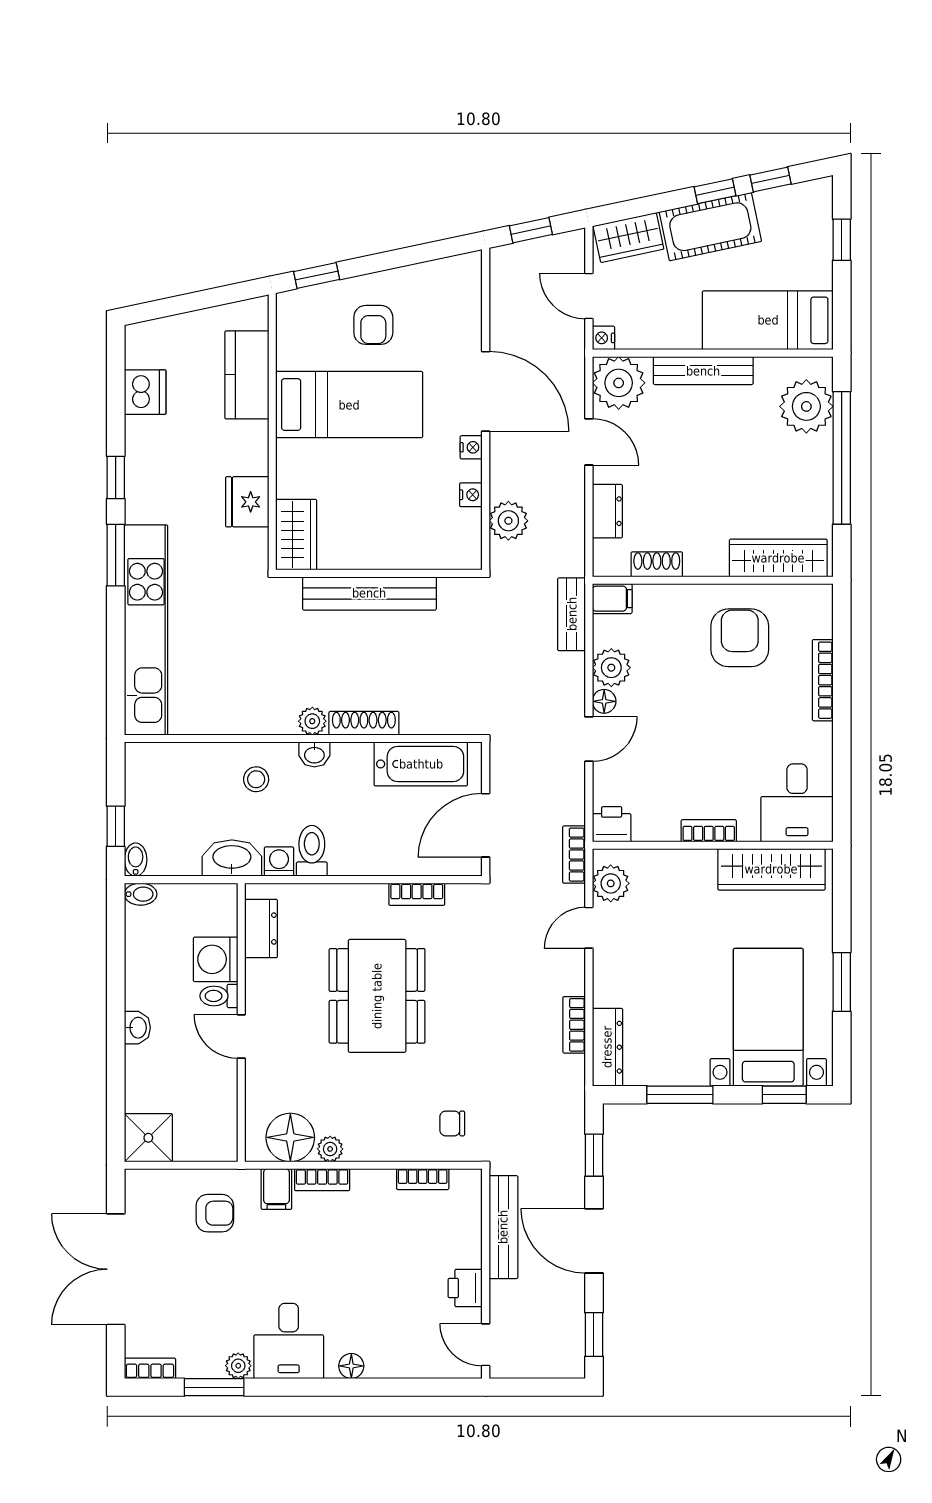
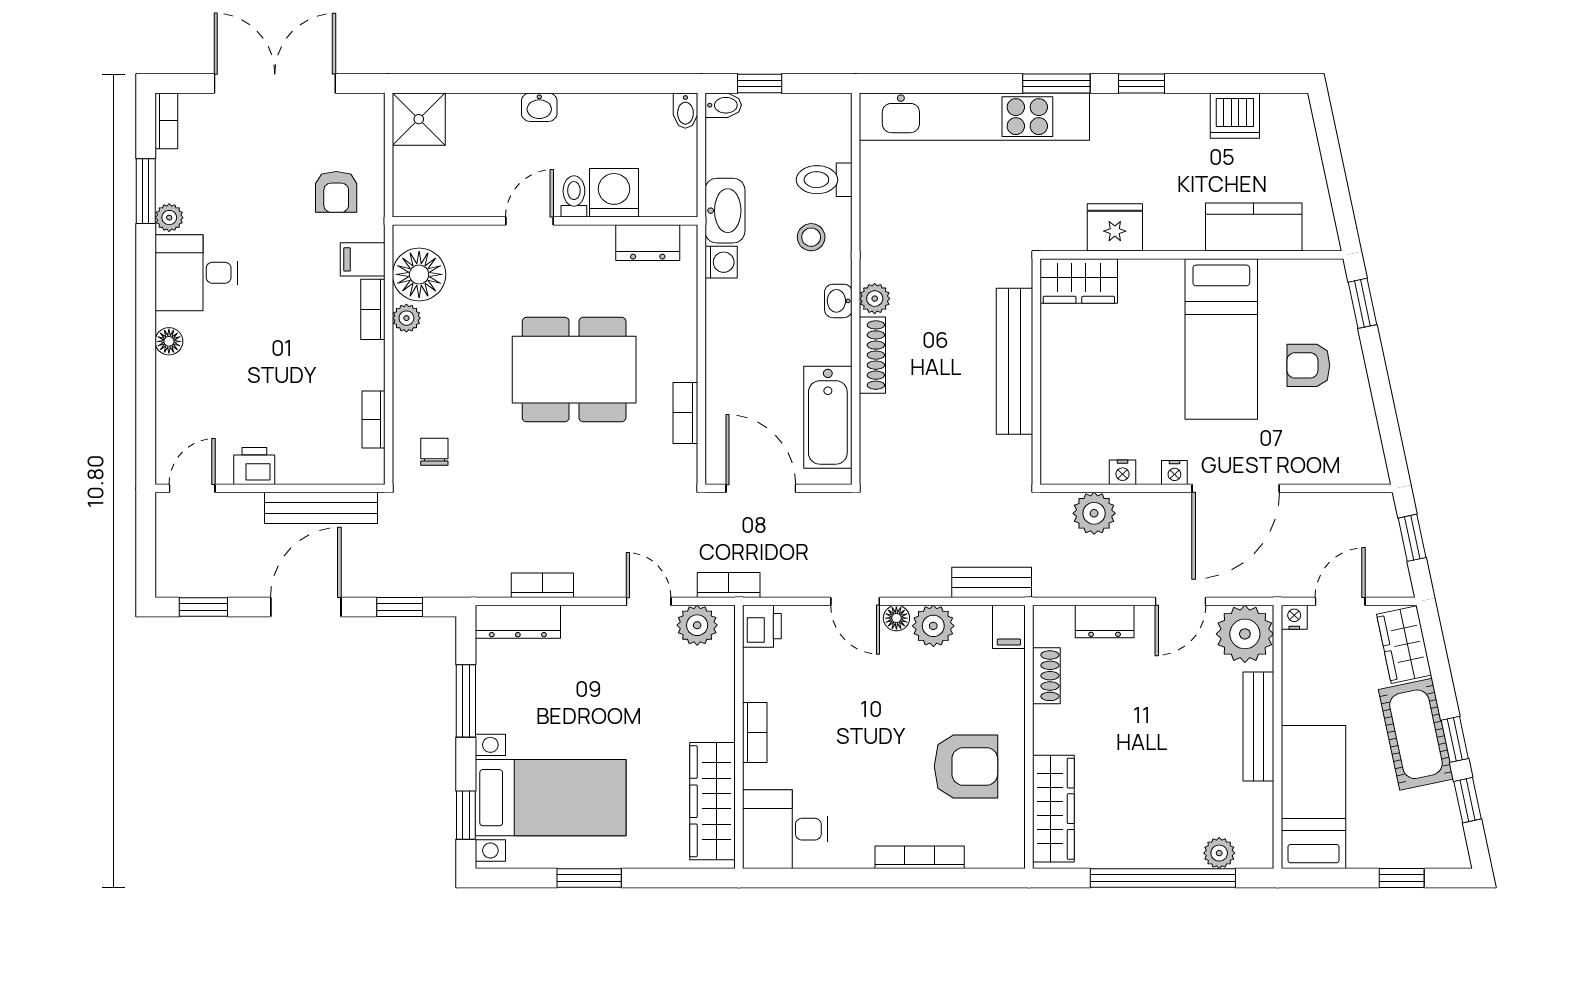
plant: (806, 406) -> (1219, 853), width x0.53, depth x0.53
toilet: (312, 851) -> (824, 180), moved, turned 180

